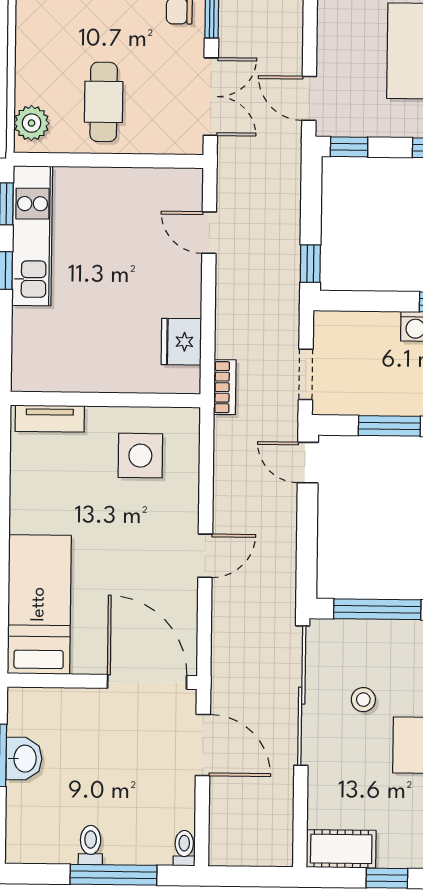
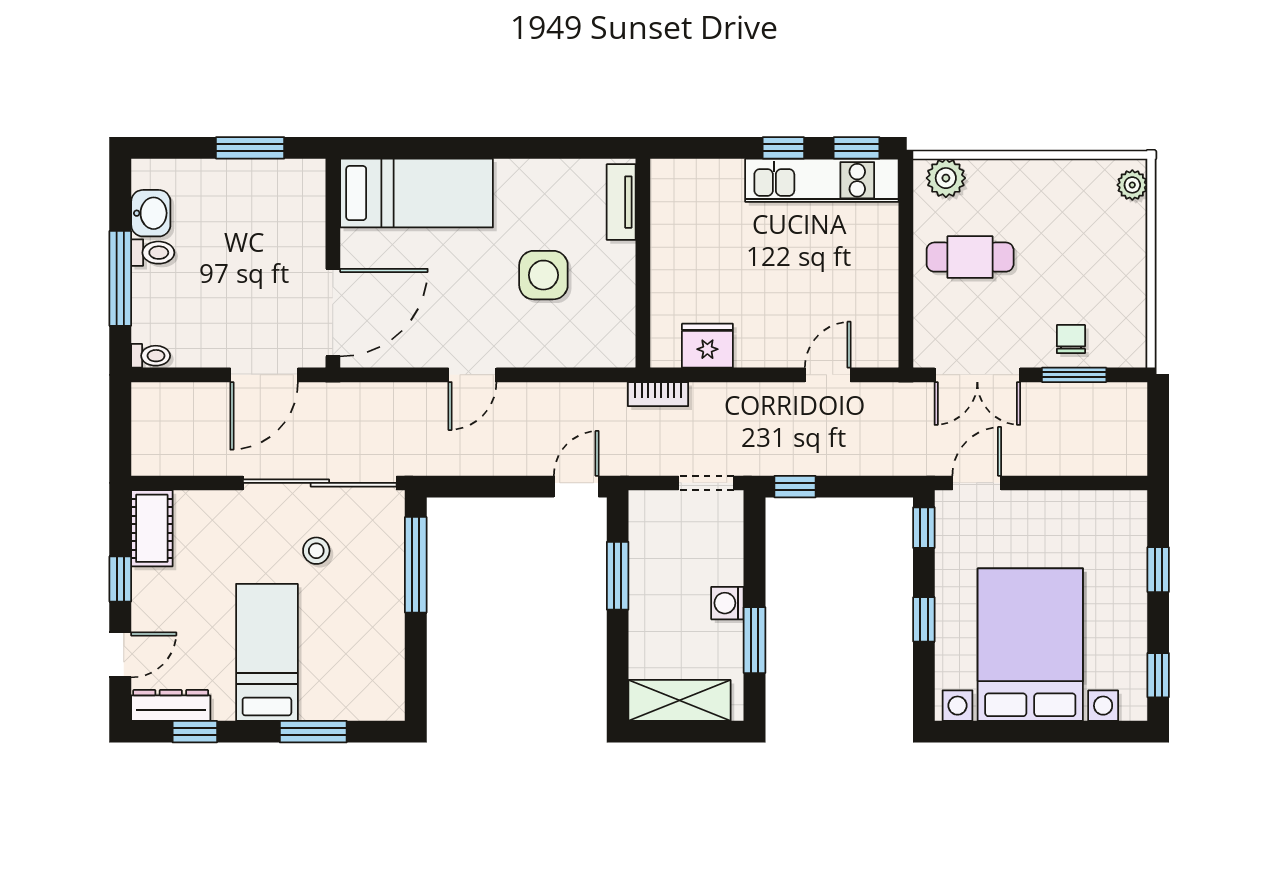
doorway: (306, 374) -> (706, 483), moved
side table: (140, 456) -> (543, 275), moved
door: (205, 556) -> (472, 375), hinge flipped
washbasin: (24, 759) -> (151, 213), moved, turned -90

